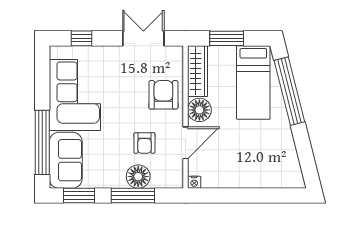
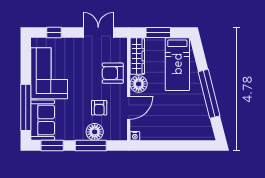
window: (289, 91) -> (209, 94), moved
armchair: (163, 95) -> (113, 73), turned -90

